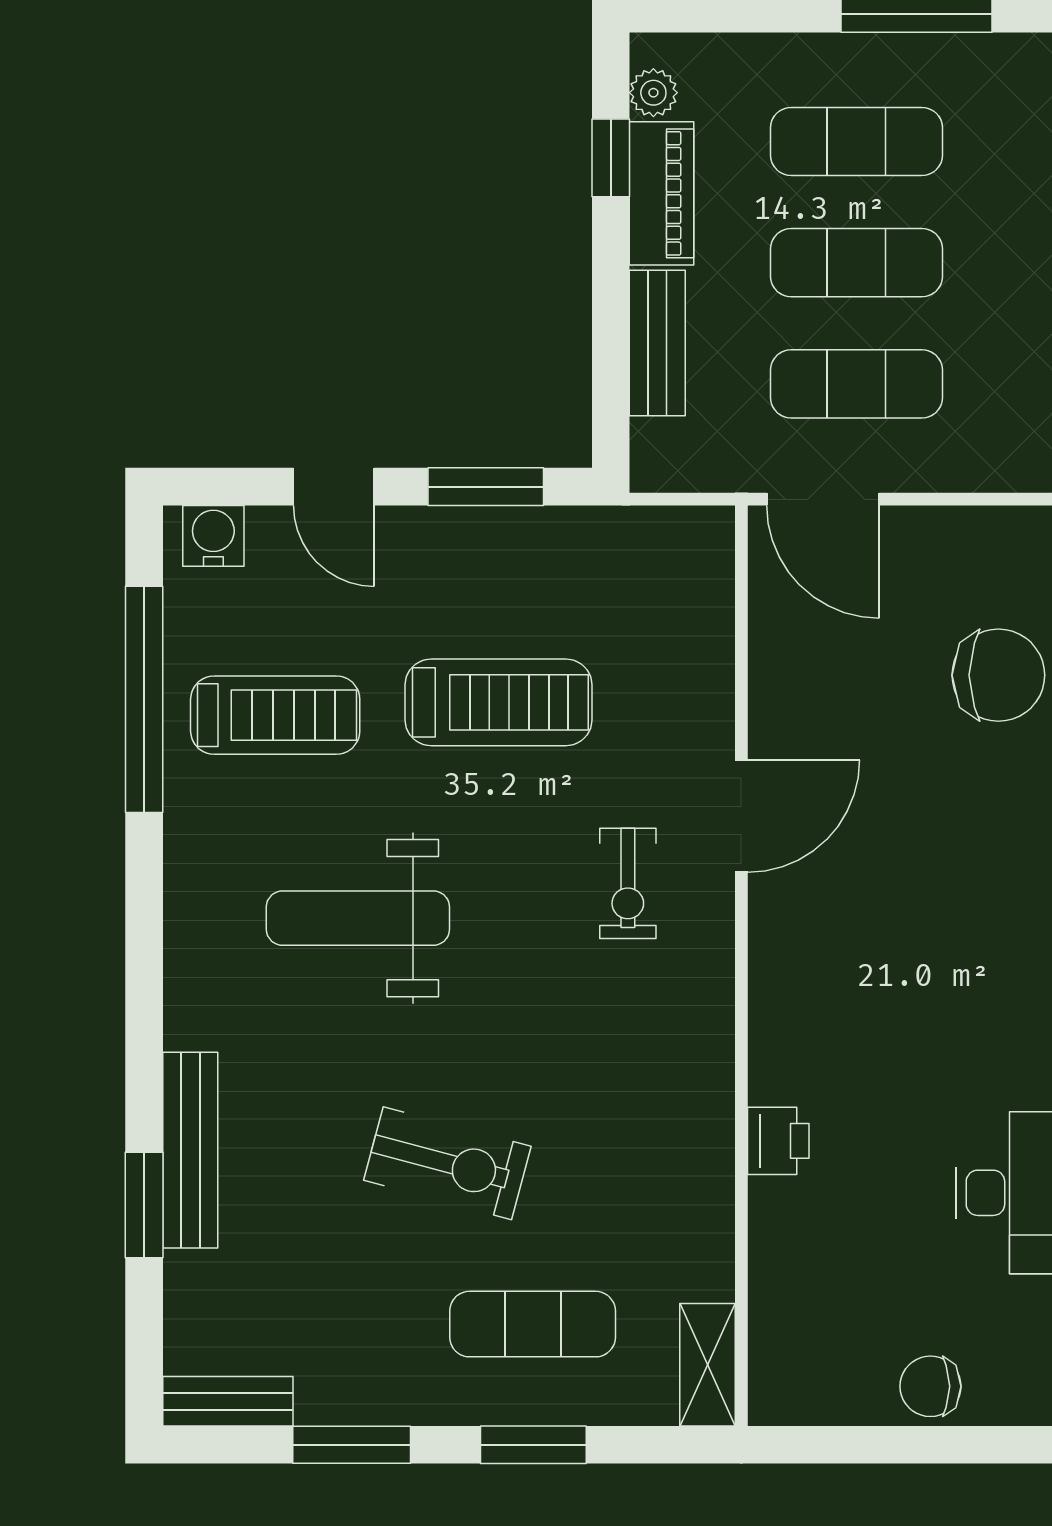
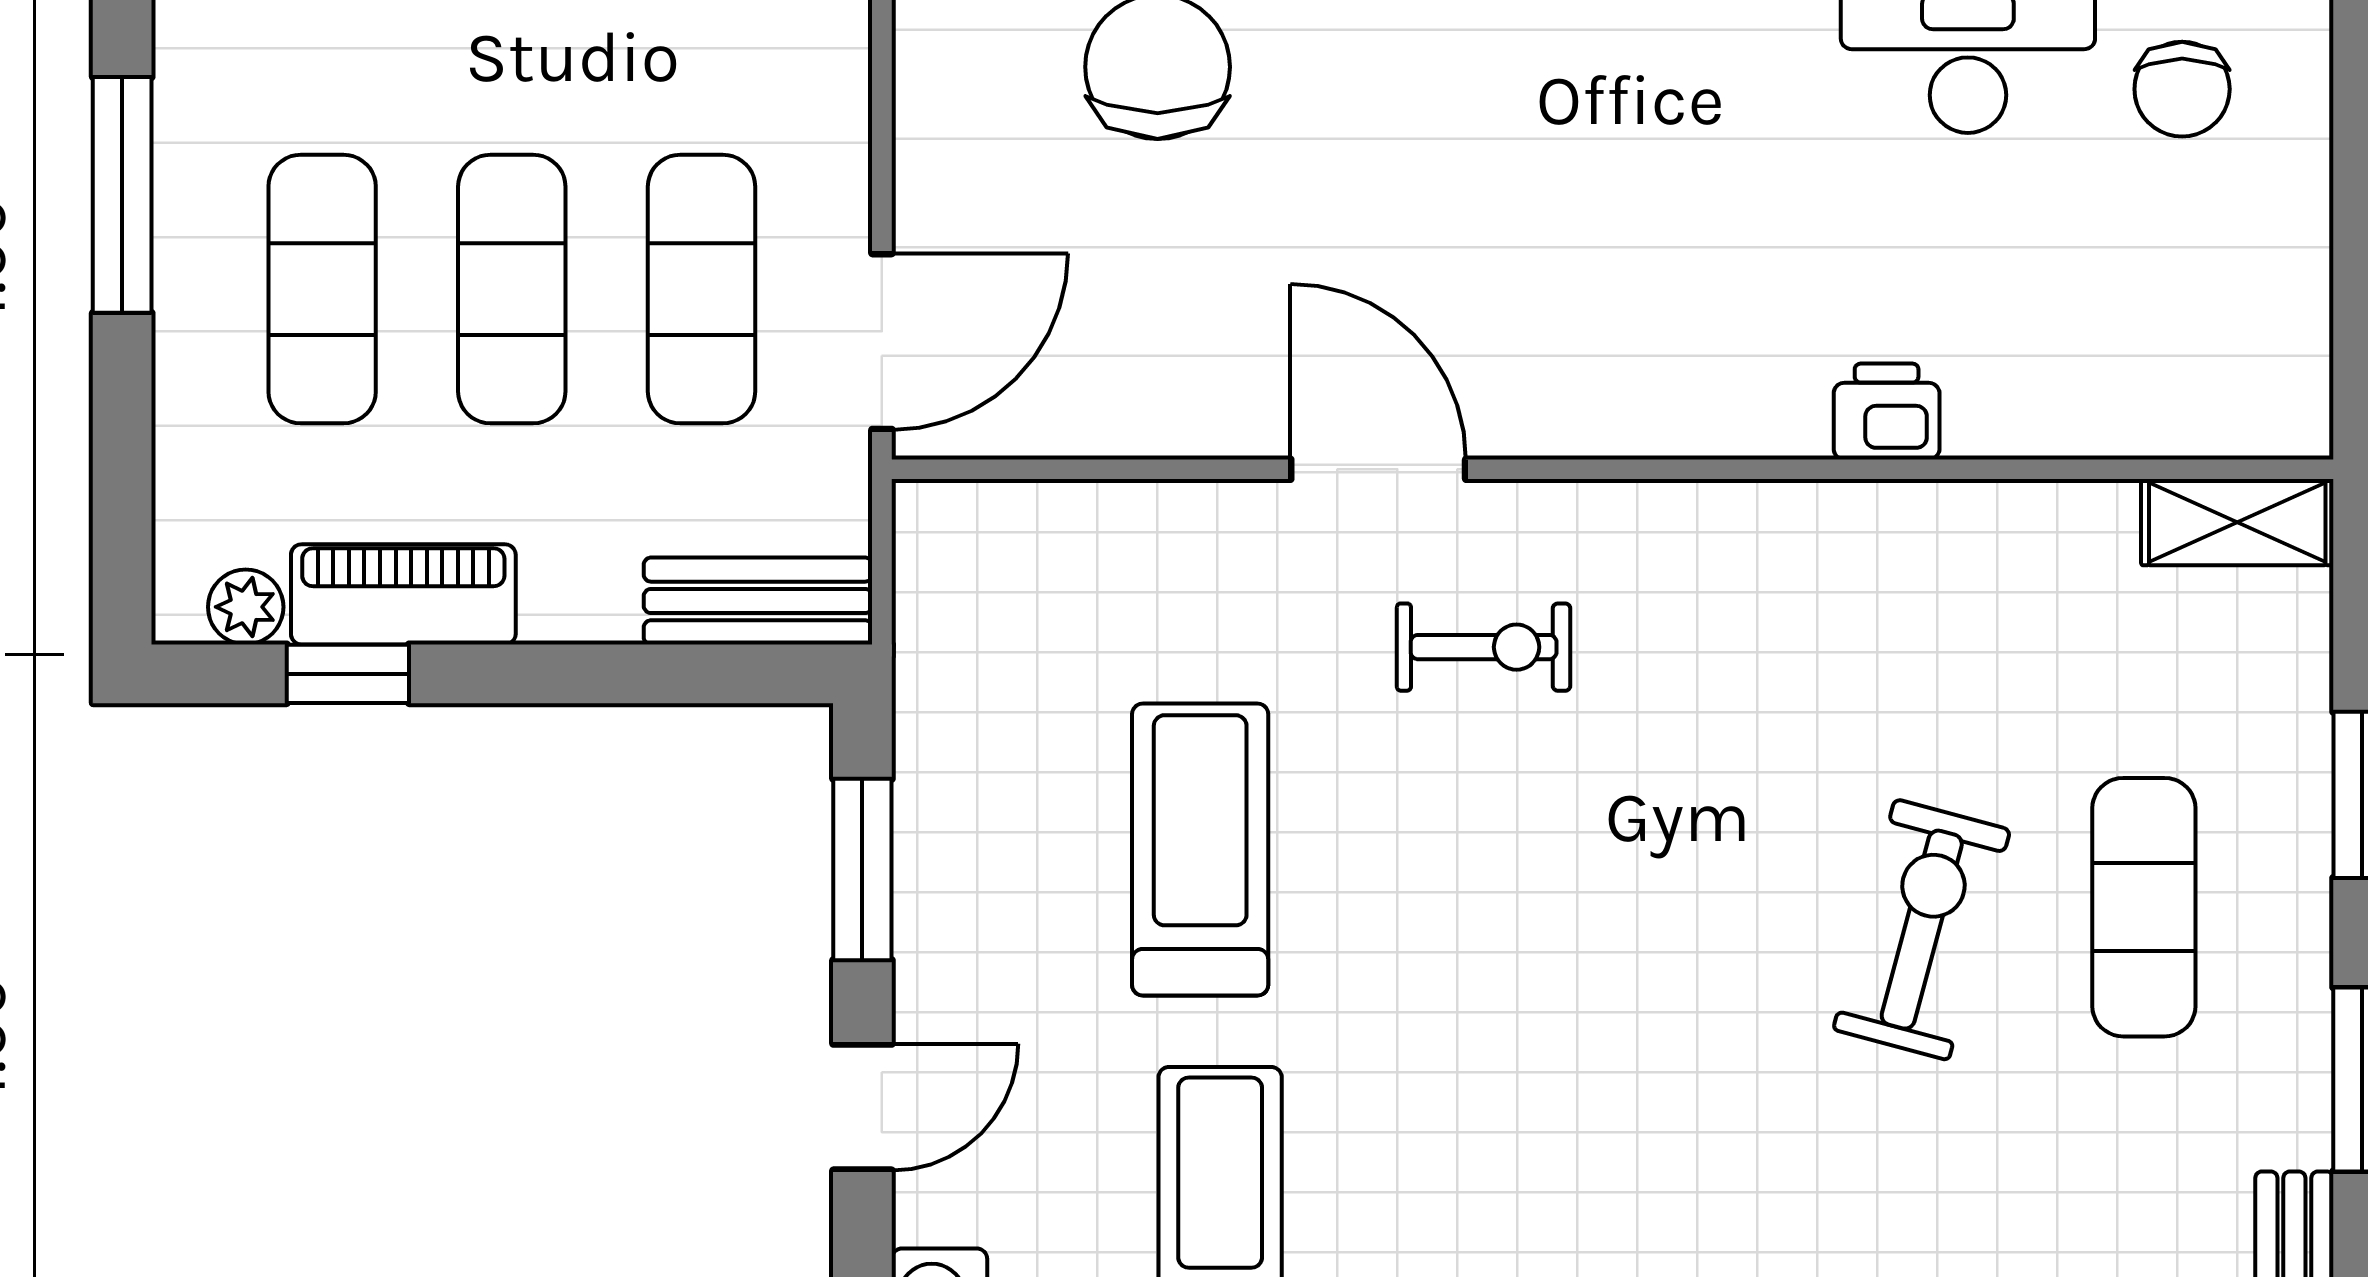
bench: (657, 343) -> (758, 601), moved
weight bench: (358, 918) -> (1538, 1070), removed
exercise mat: (533, 1324) -> (2144, 907), moved
chair: (930, 1386) -> (2182, 89), moved

